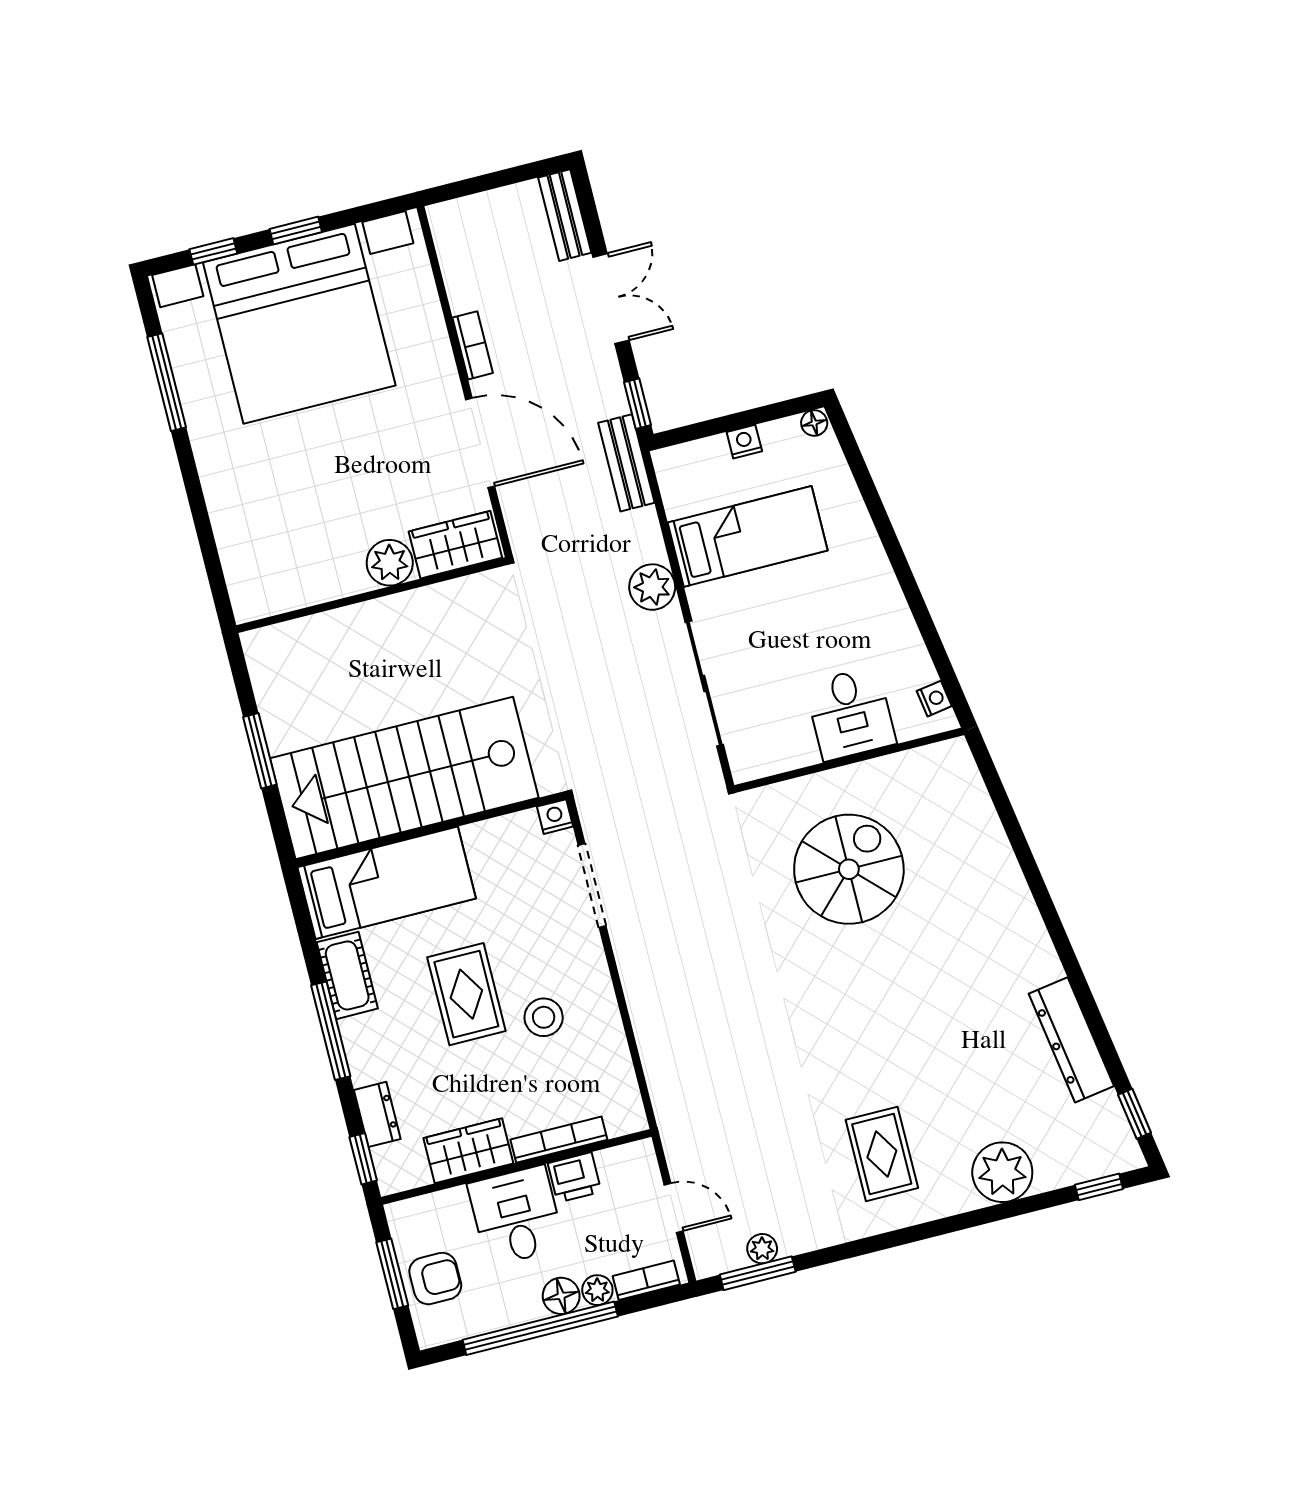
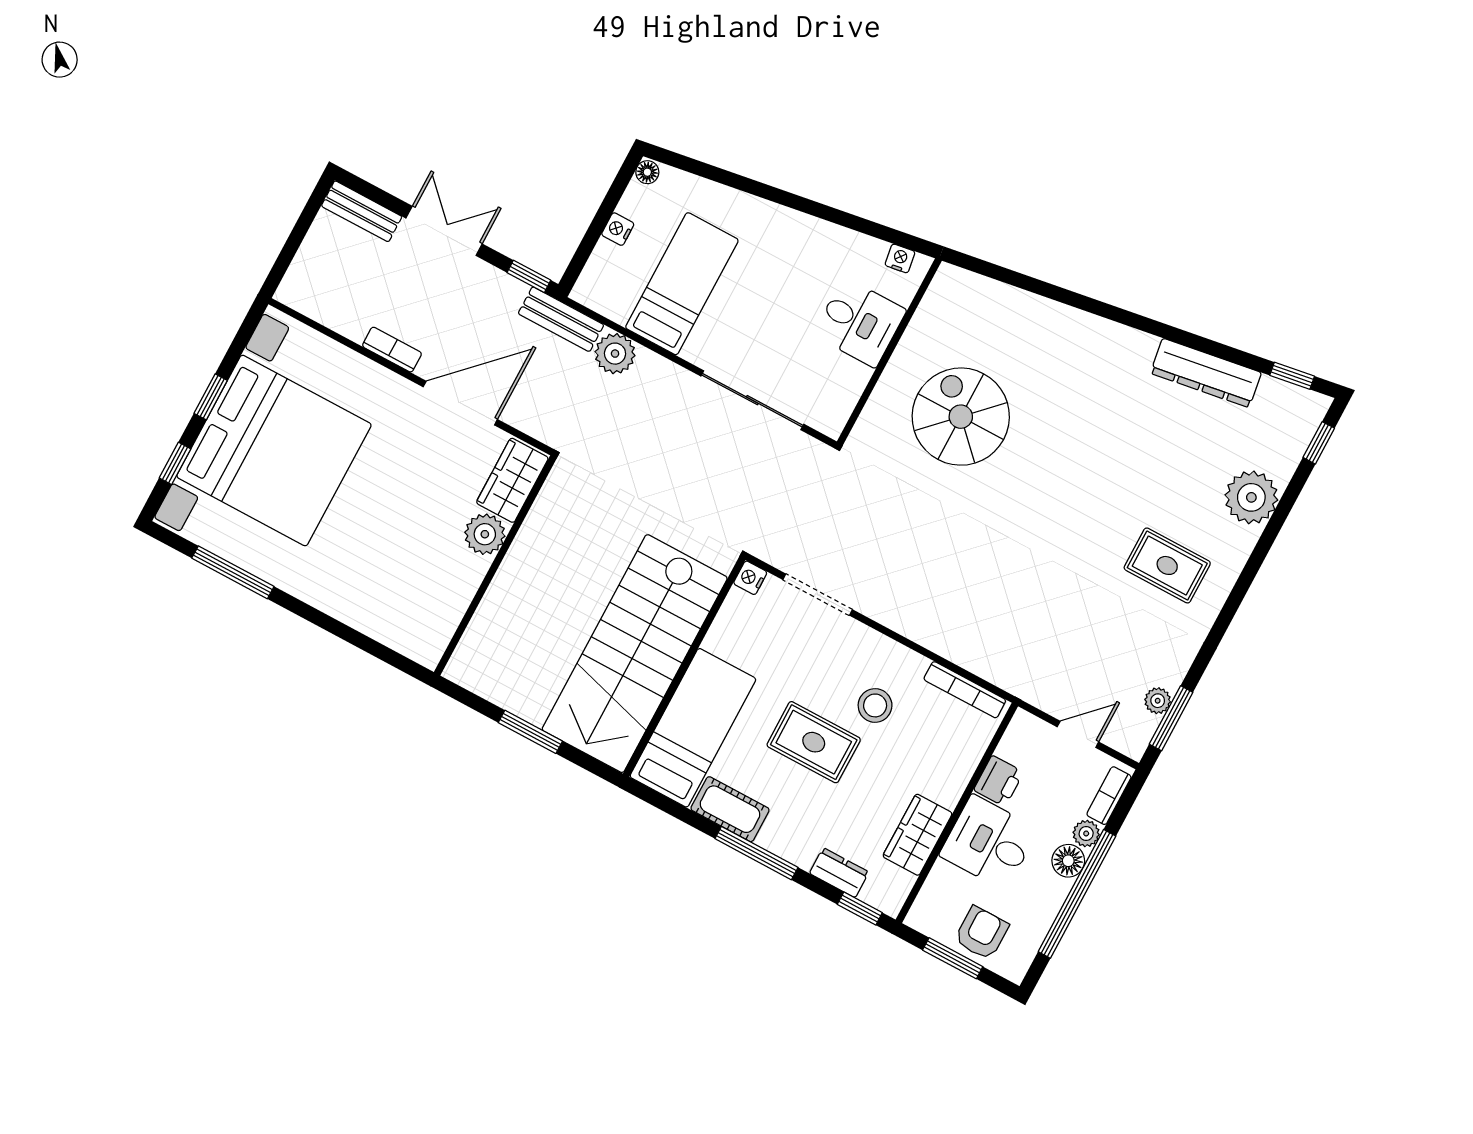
plant: (652, 587) -> (615, 354), moved
bookcase: (559, 1140) -> (965, 690), moved, turned -90

